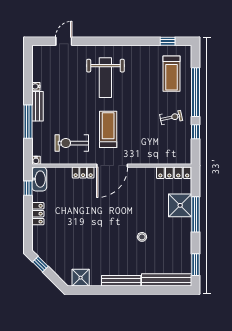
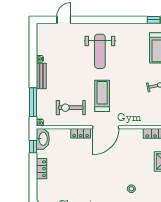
window: (28, 122) -> (33, 102), moved

